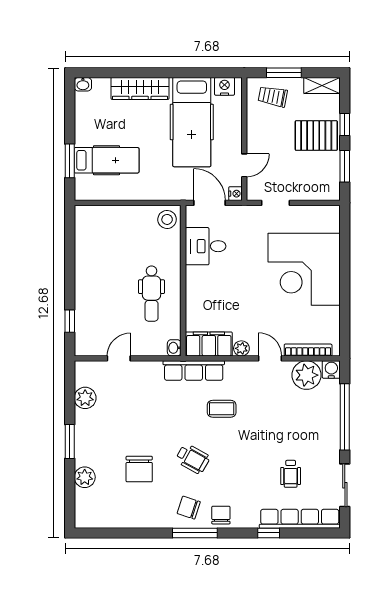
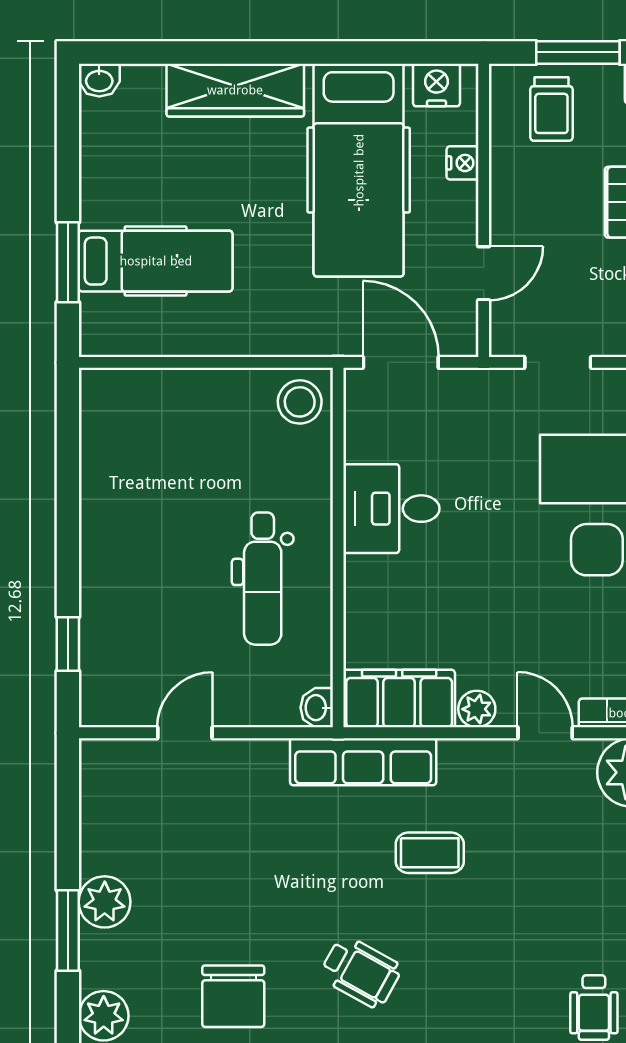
trolley: (273, 96) -> (551, 109), turned -101
nightstand: (235, 194) -> (462, 163), moved
desk: (206, 246) -> (391, 509), moved
plant: (85, 398) -> (105, 902), moved

